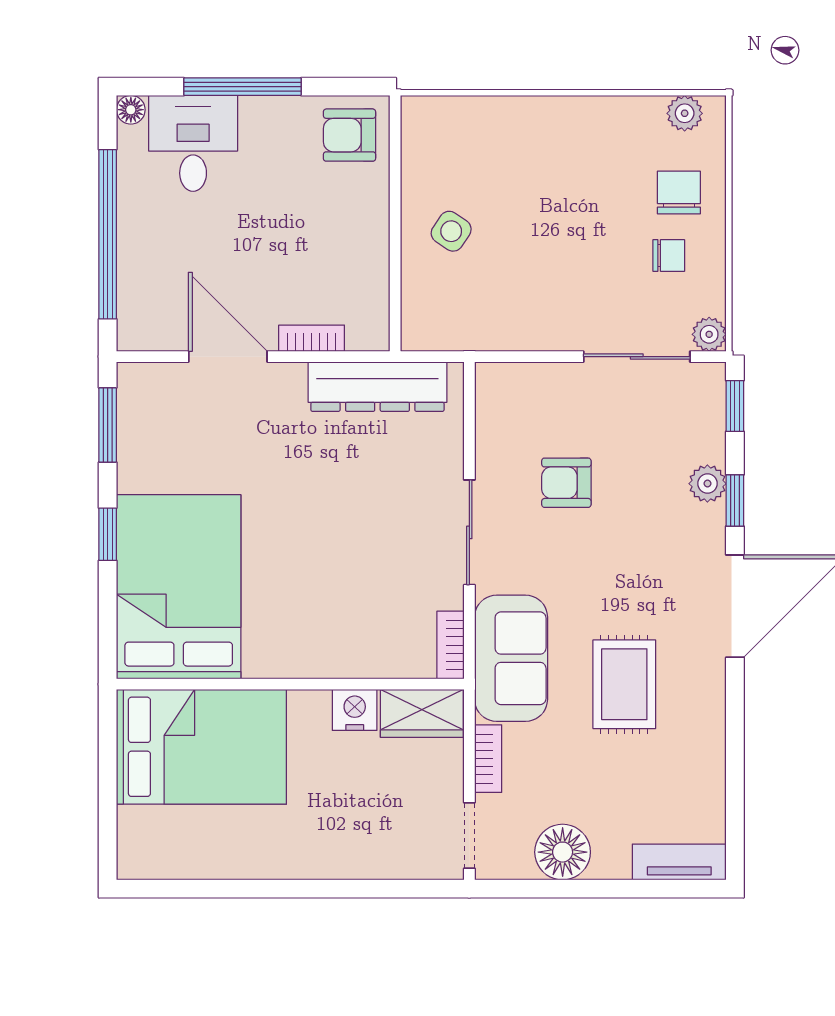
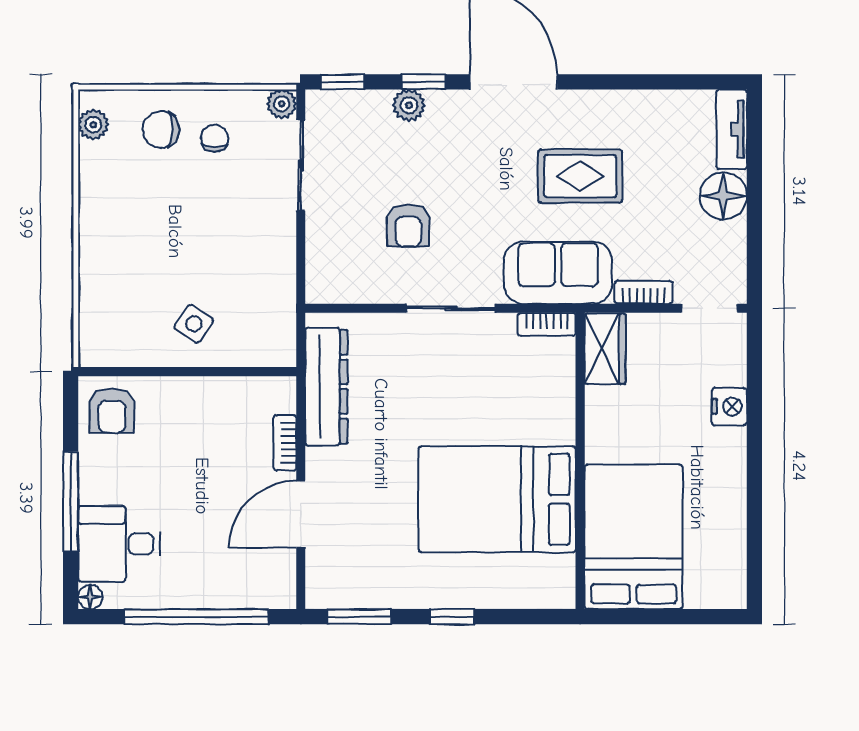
bed: (179, 587) -> (497, 499), moved
nightstand: (355, 710) -> (730, 406), moved, turned 180
floor lamp: (563, 852) -> (723, 196), moved

